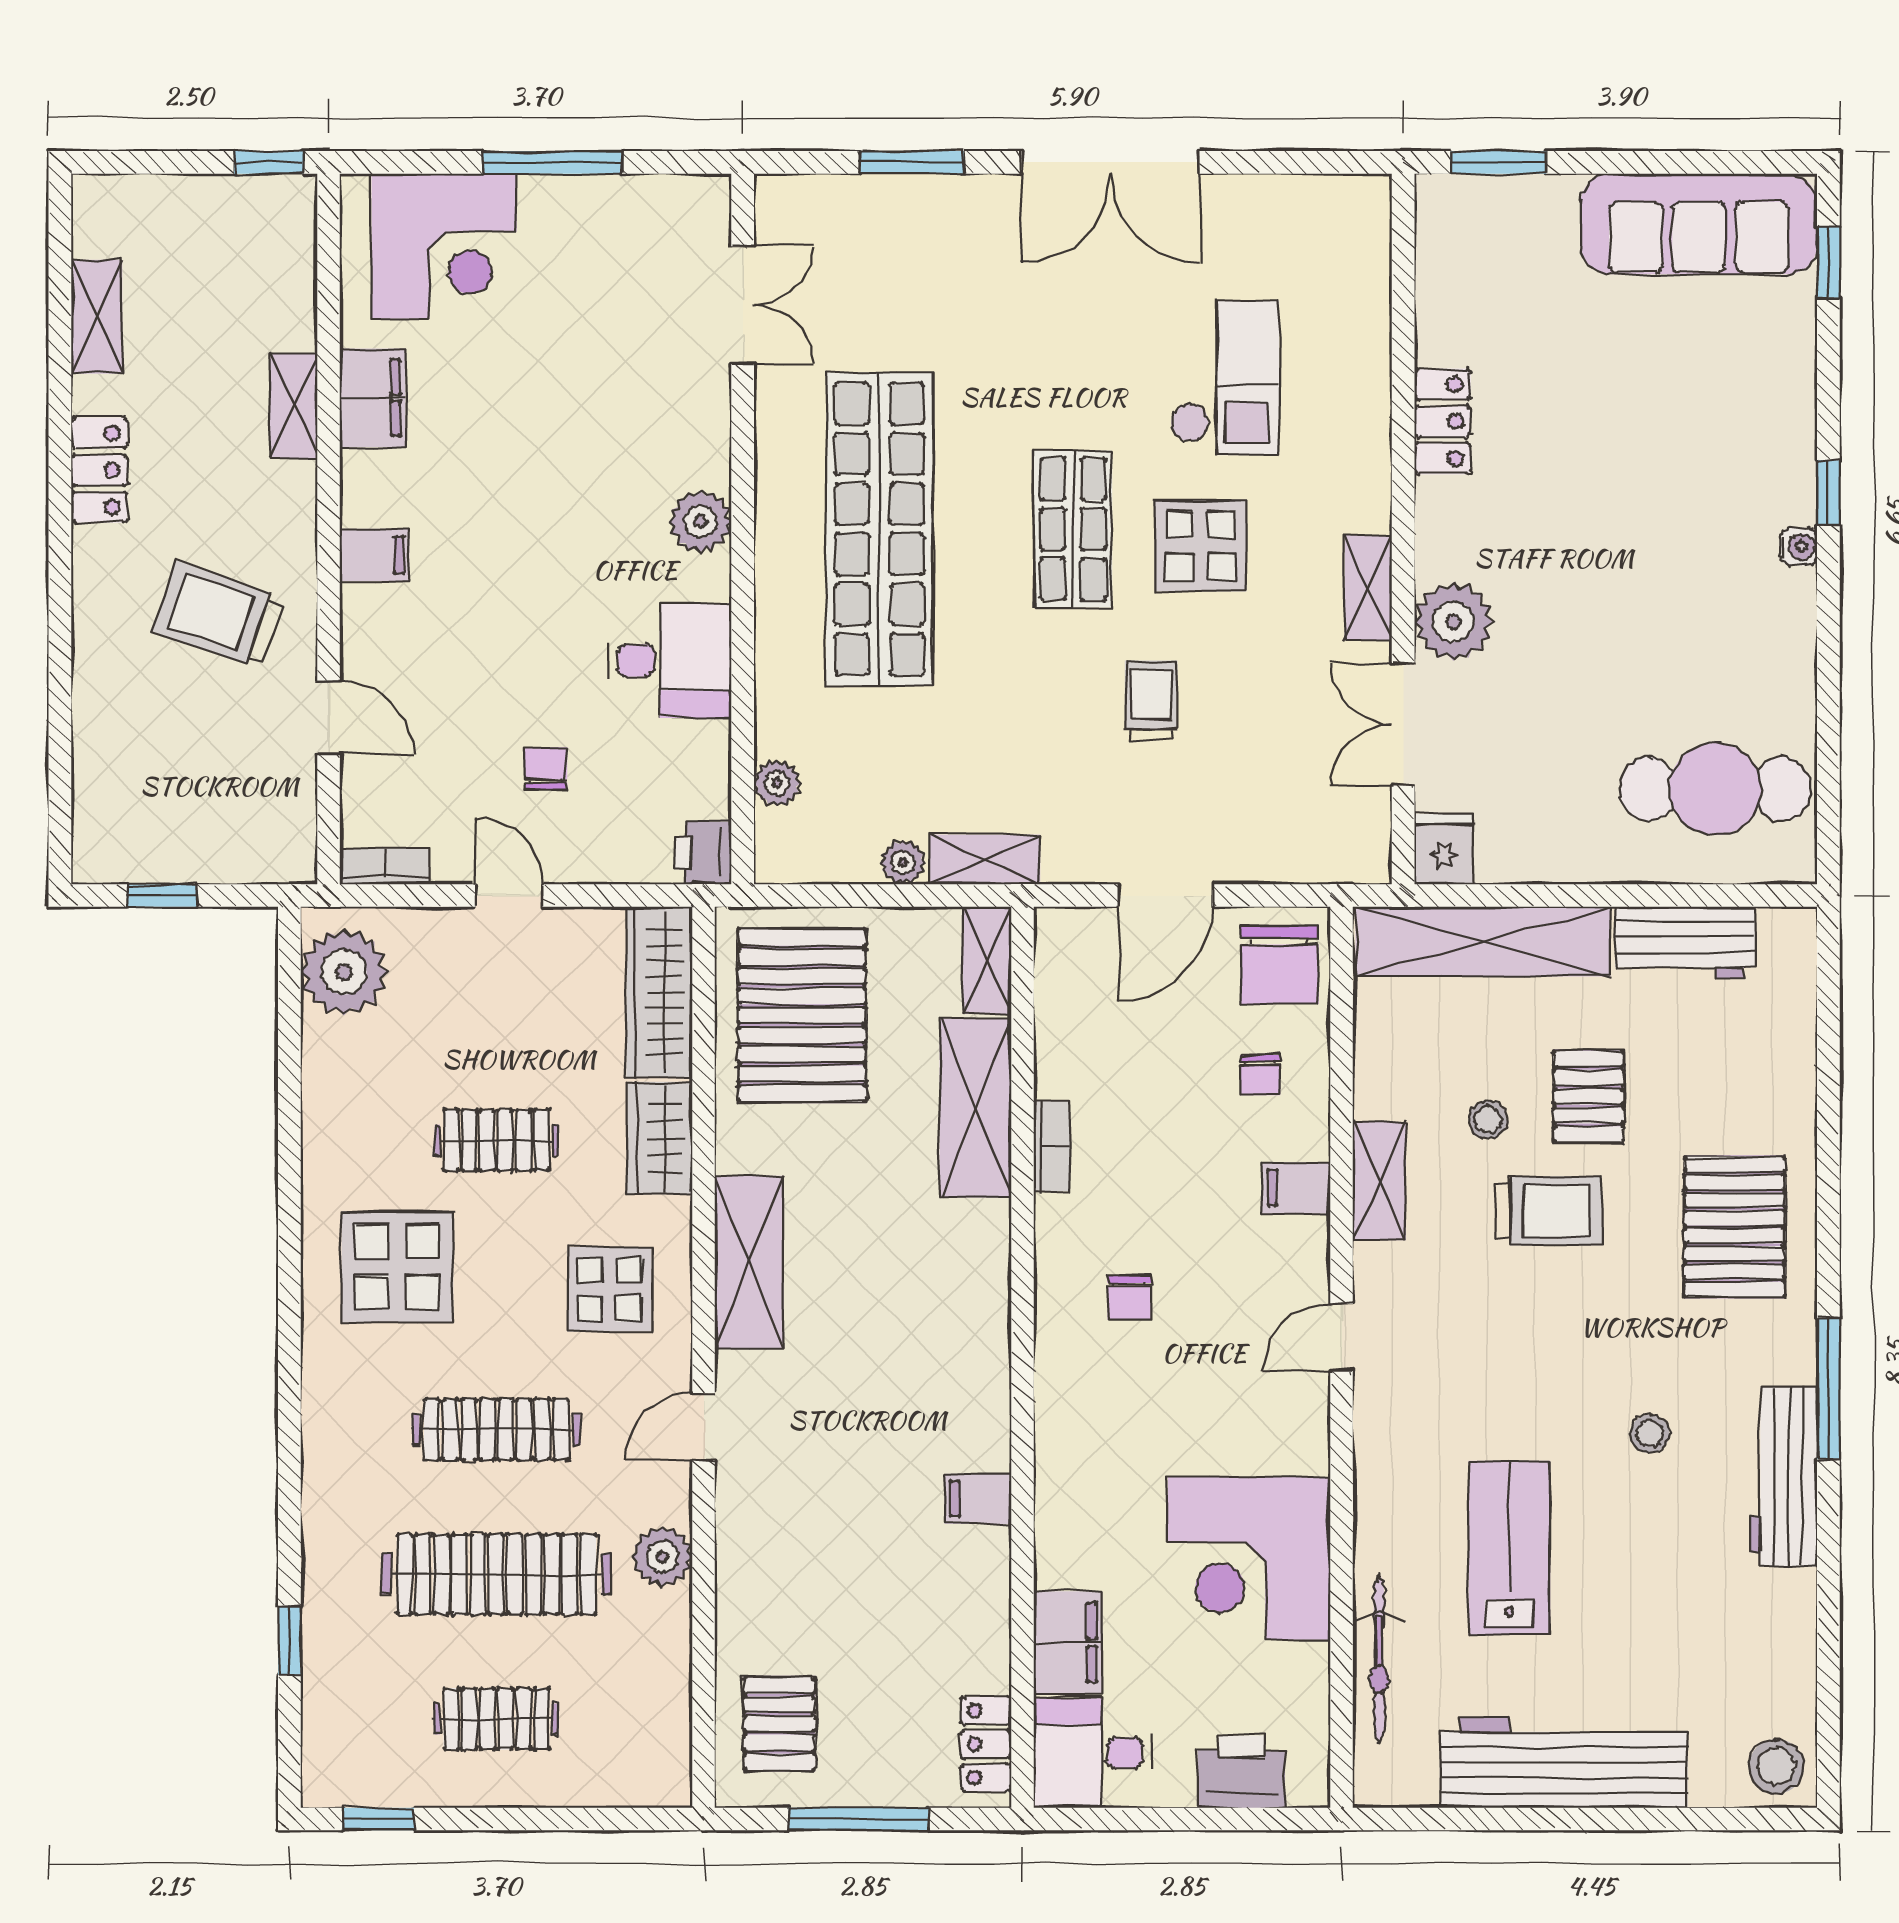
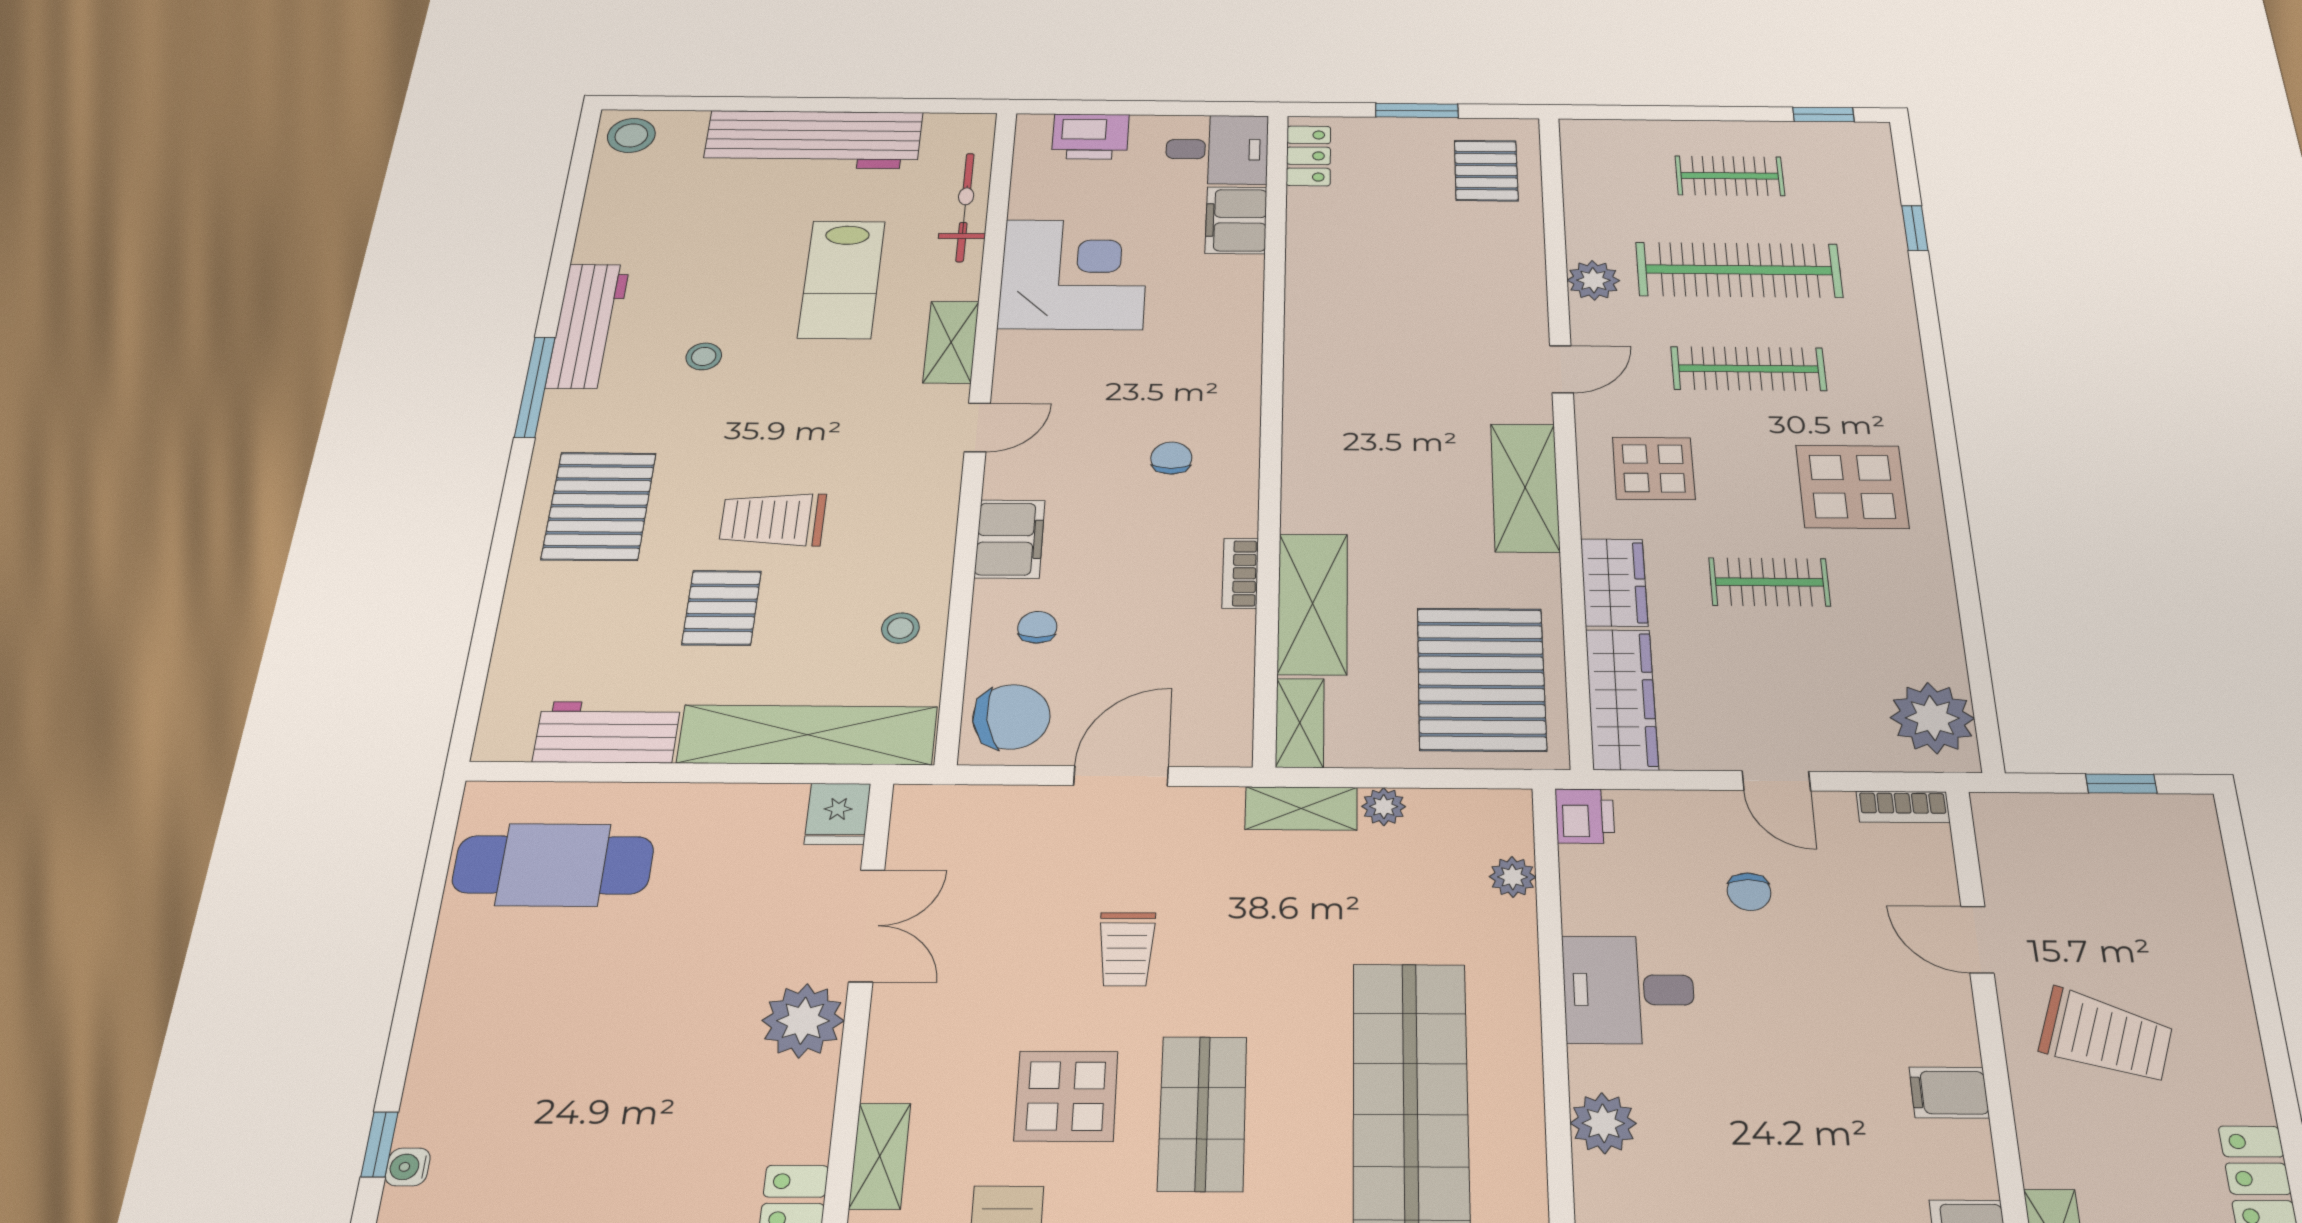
water cooler: (1798, 547) -> (408, 1167), moved
shelving: (1368, 588) -> (880, 1156), moved
chair: (1280, 965) -> (1011, 717), turned 81
stool: (1488, 1119) -> (900, 628), moved
shelving: (1379, 1181) -> (951, 342), moved
filing cabinet: (1296, 1188) -> (1010, 539), width x2.00
filing cabinet: (978, 1499) -> (1314, 317), removed
window: (859, 1819) -> (1417, 110), width x0.69

